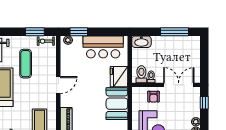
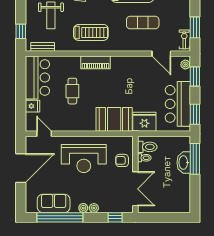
window: (112, 32) -> (195, 114), added
window: (174, 32) -> (195, 159), moved
washbasin: (141, 42) -> (184, 163), moved
exercise mat: (26, 64) -> (143, 23), moved
door: (58, 85) -> (161, 54), moved

